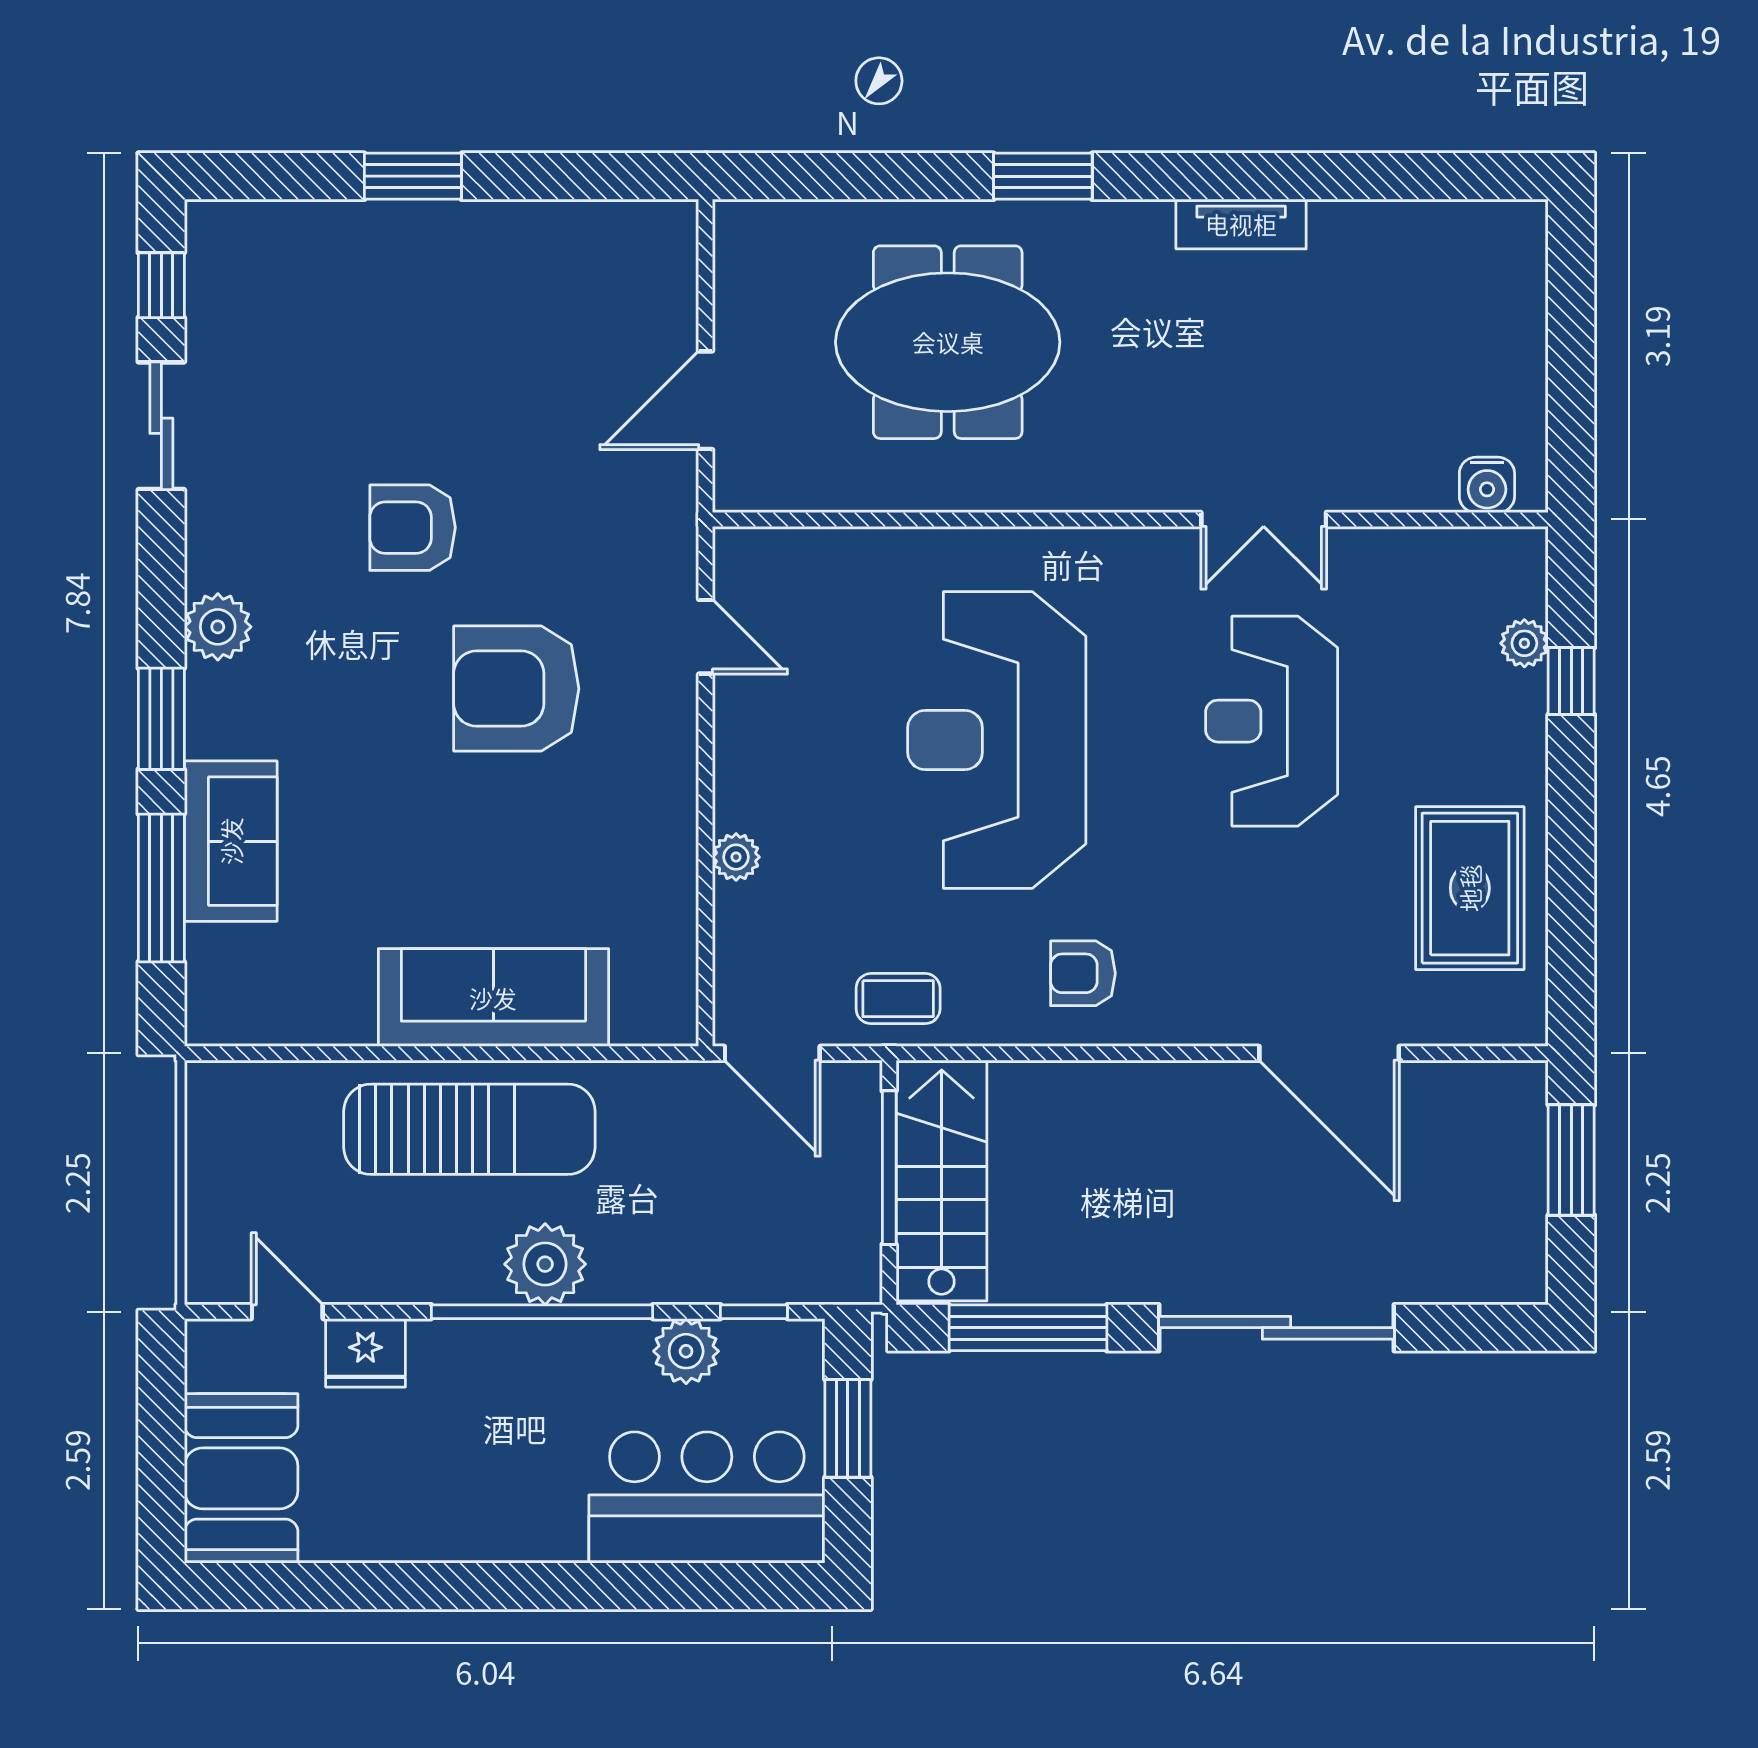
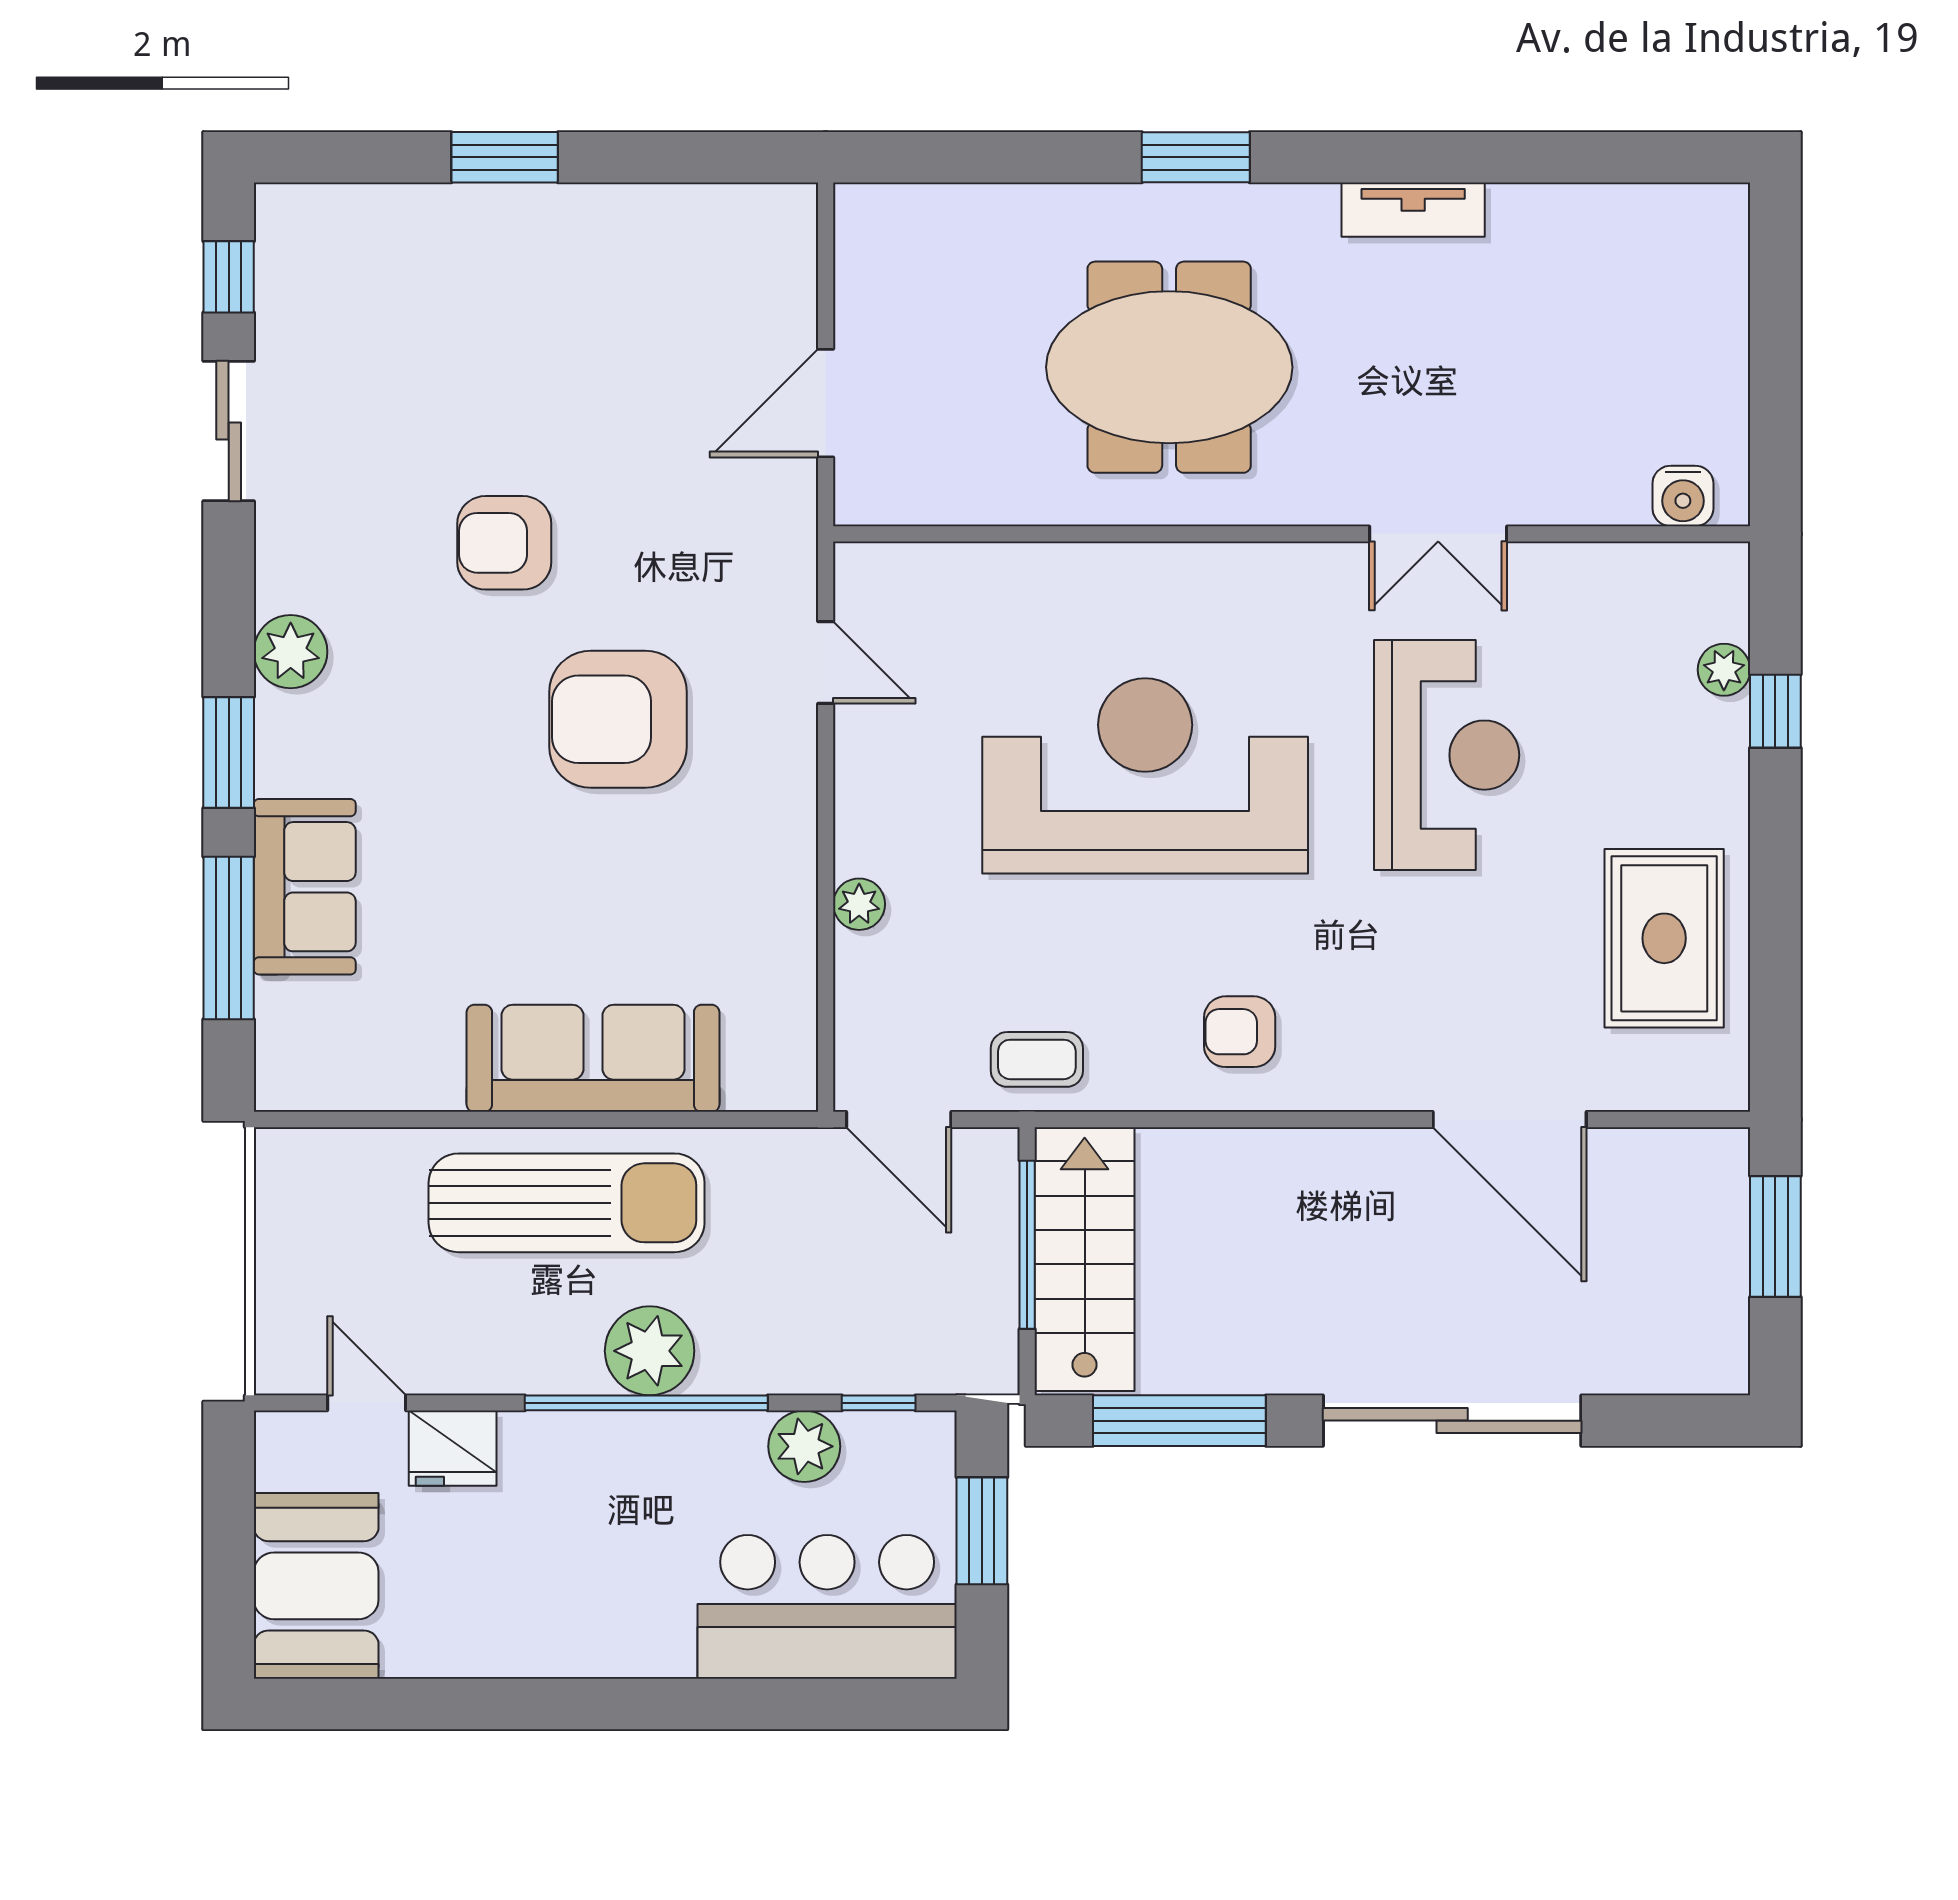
meeting table: (948, 342) -> (1169, 367), moved
reception desk: (1272, 721) -> (1447, 755), turned 180
reception desk: (997, 740) -> (1145, 776), turned 90

